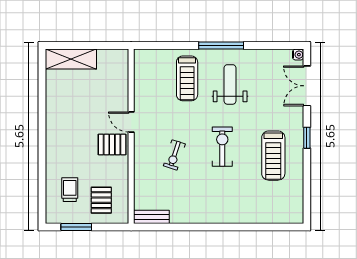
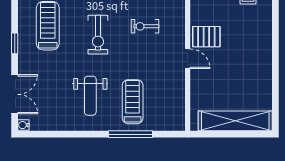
window: (221, 45) -> (131, 134), moved
shelving: (71, 59) -> (235, 121), width x1.47
exercise bike: (174, 155) -> (145, 26), turned -108

